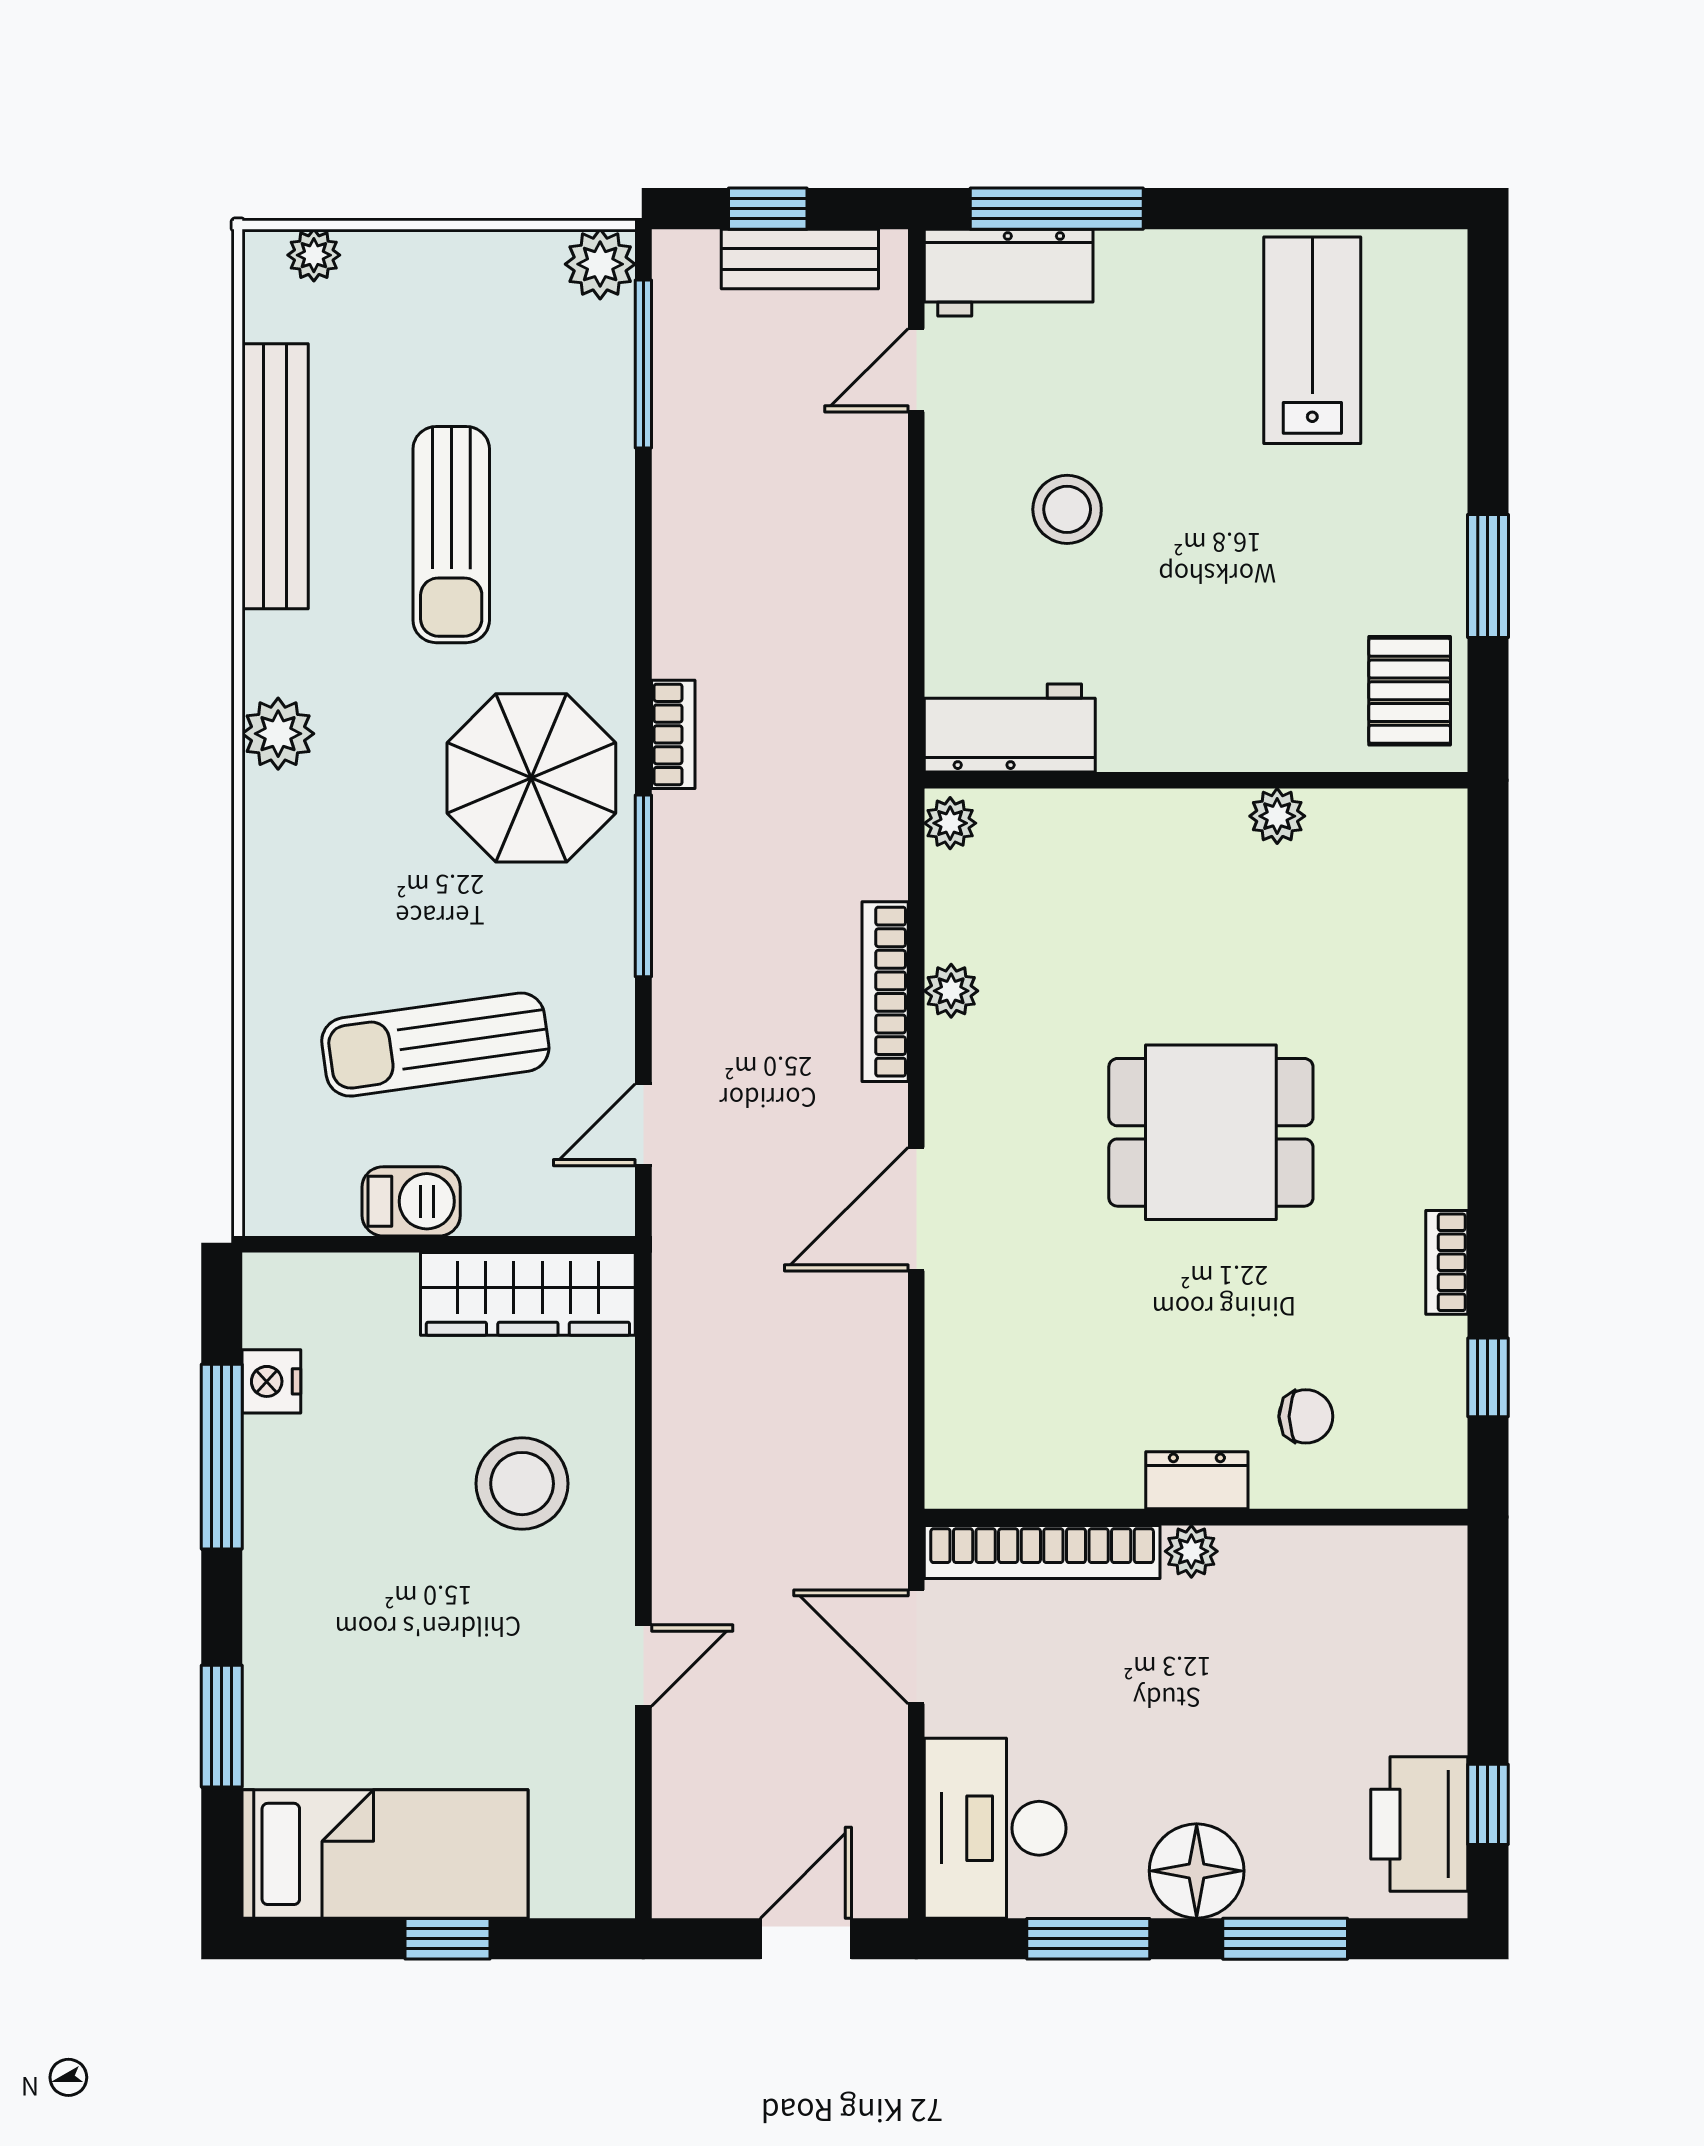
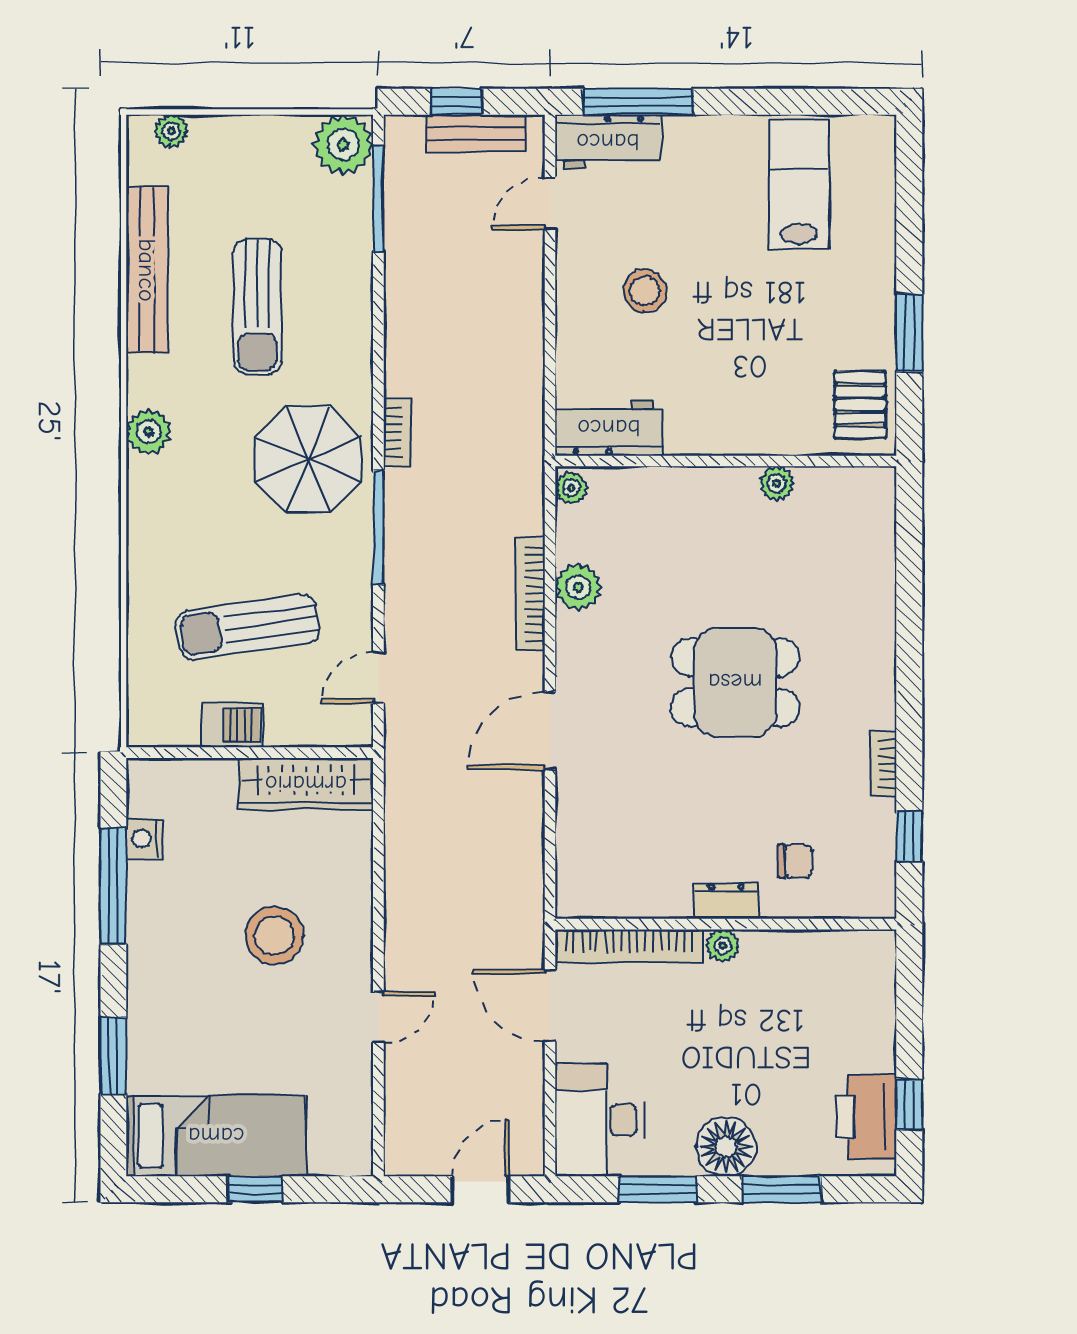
plant: (600, 264) -> (343, 145), width x1.36, depth x1.36
plant: (951, 991) -> (578, 587), width x1.38, depth x1.38
stool: (522, 1484) -> (274, 935), moved

